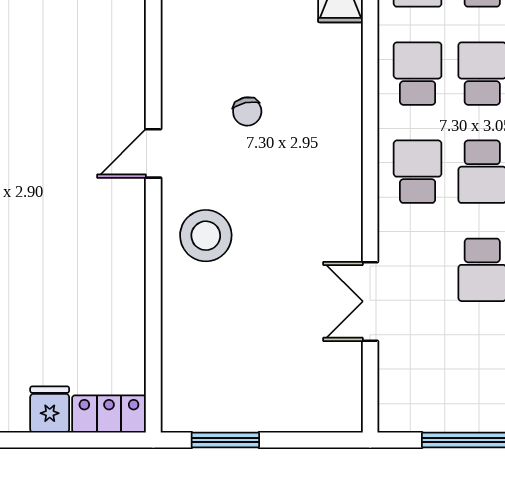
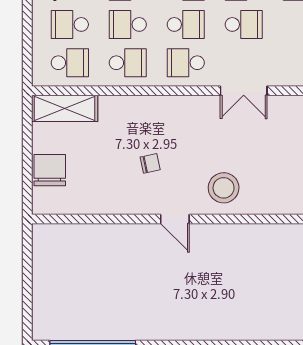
school desk: (418, 74) -> (128, 63), turned 180
double door: (370, 301) -> (244, 91), moved

